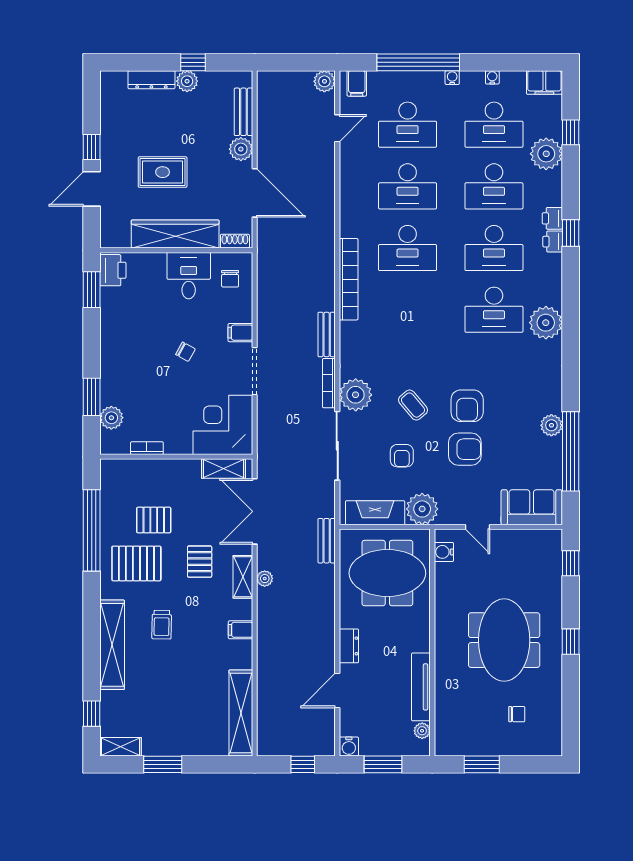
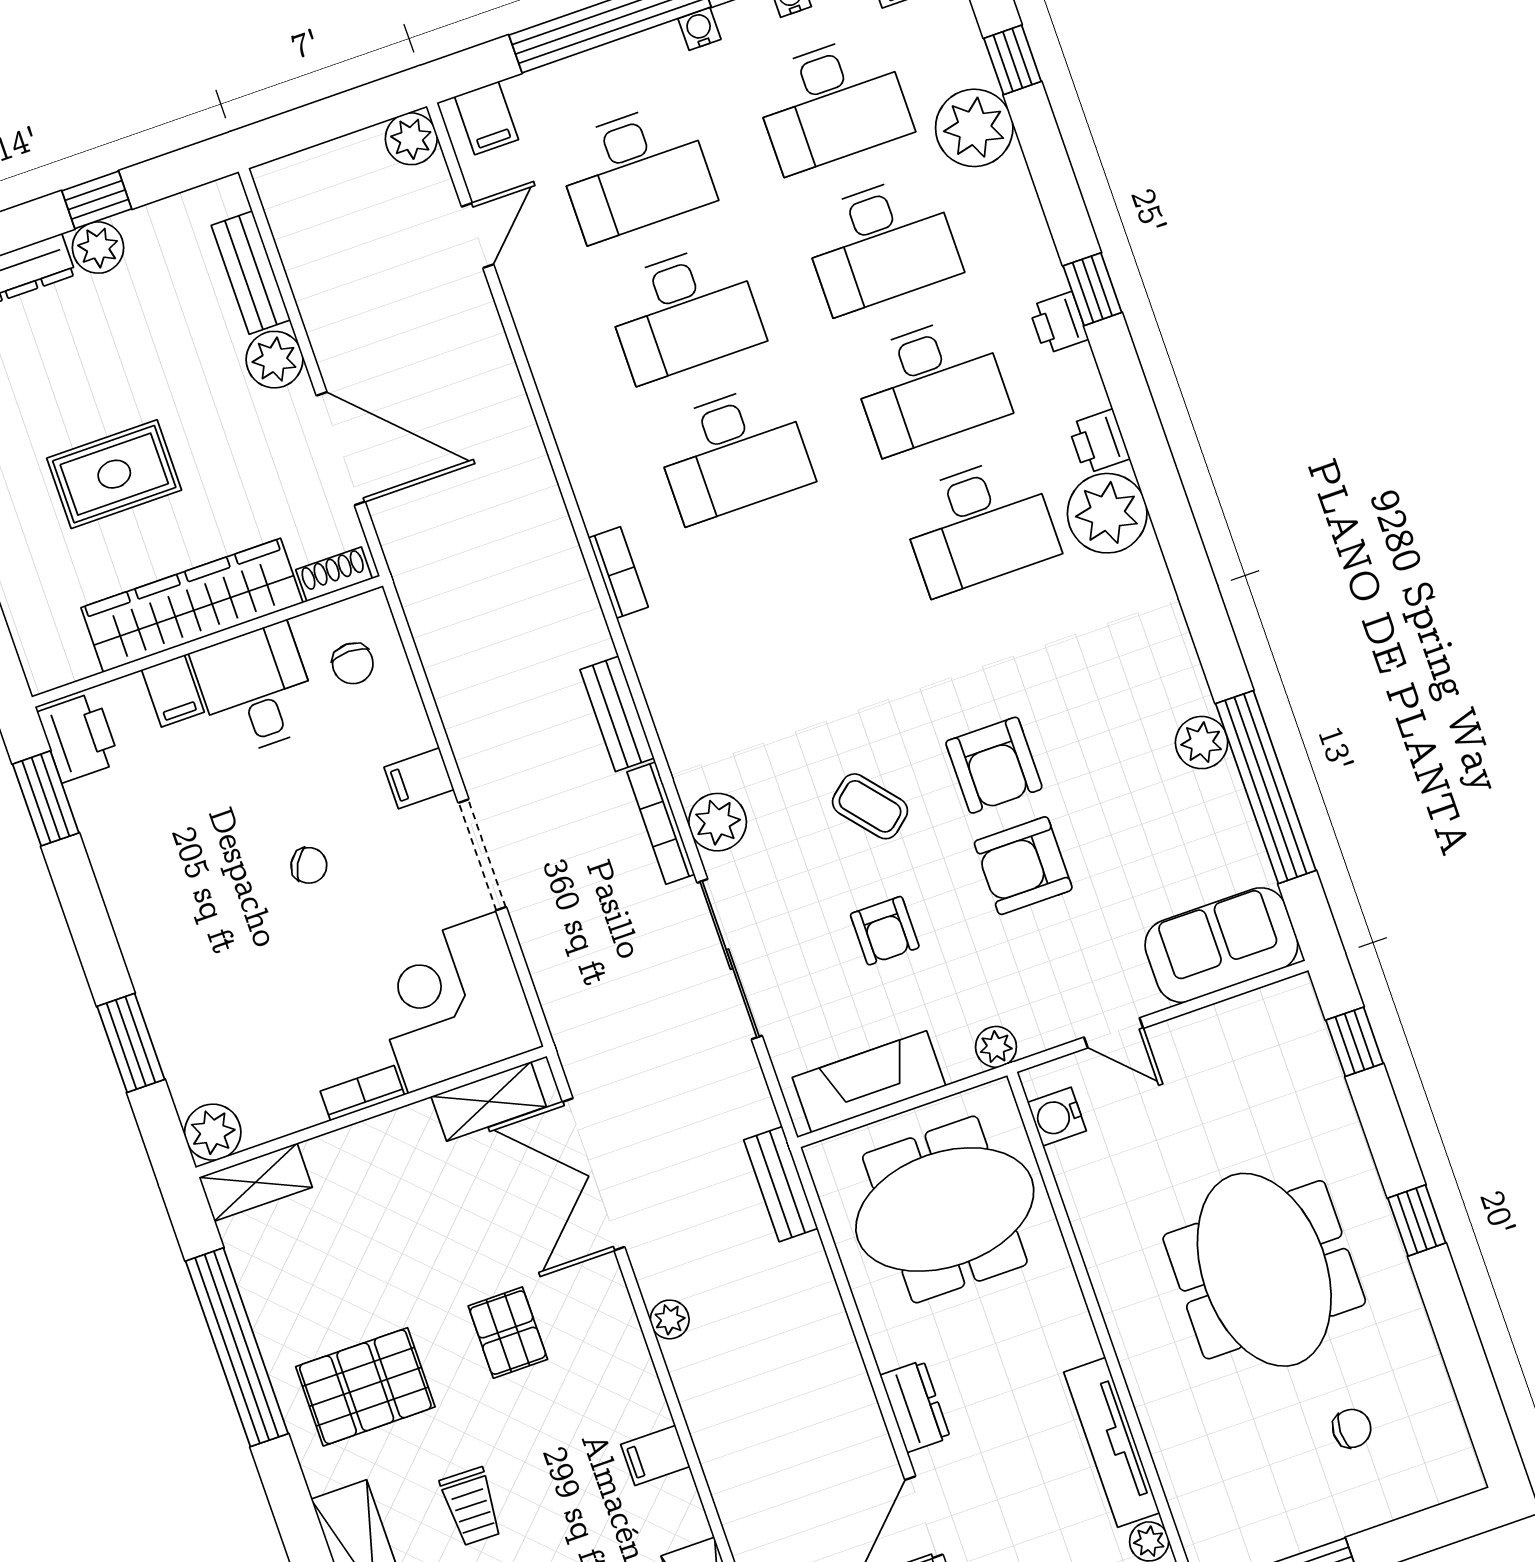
printer: (552, 218) -> (1099, 442), moved
filing cabinet: (156, 265) -> (173, 691), added
bookcase: (349, 279) -> (618, 572), width x0.43, depth x0.76
plant: (356, 395) -> (718, 822), width x0.73, depth x0.73
plant: (111, 418) -> (213, 1132), moved
bookcase: (147, 448) -> (362, 1093), moved
armchair: (465, 449) -> (1023, 866), turned 180
plant: (422, 509) -> (996, 1047), width x0.53, depth x0.53
pallet: (154, 520) -> (370, 1274), removed
shelving: (243, 577) -> (256, 1182), moved, turned 90

